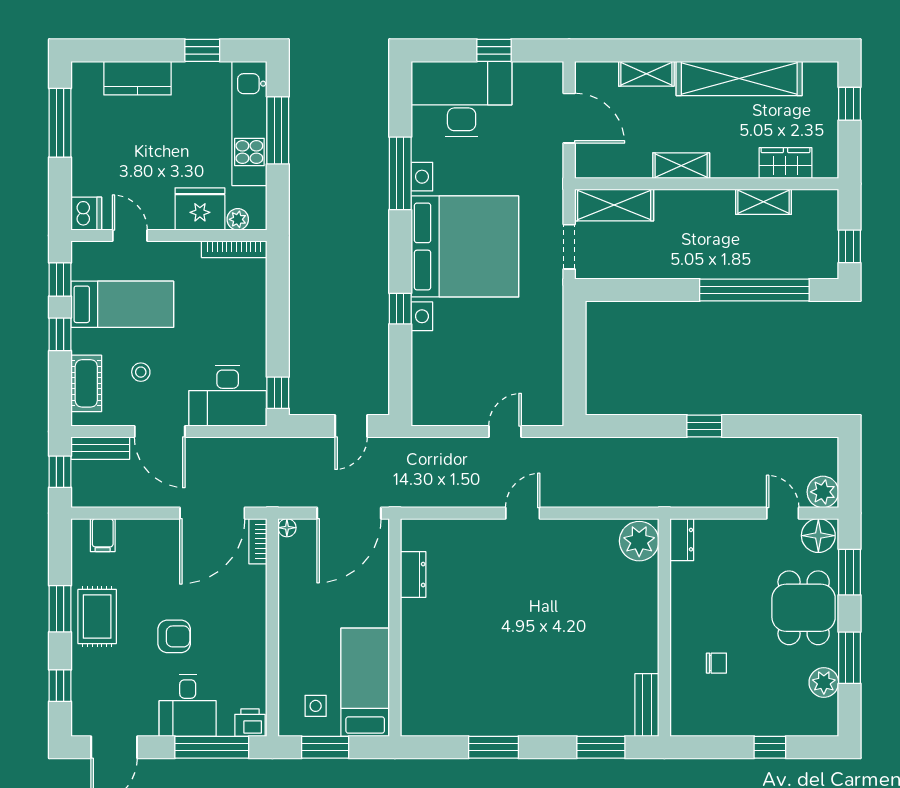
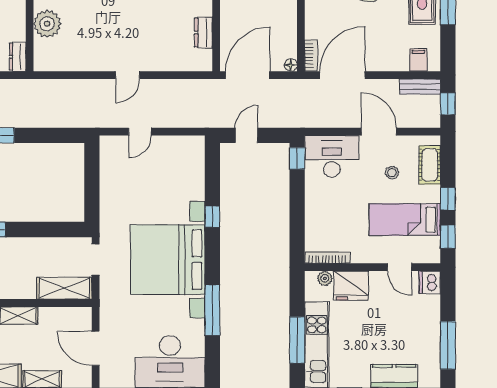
bench: (100, 448) -> (420, 87), moved
plant: (639, 541) -> (47, 24), moved

